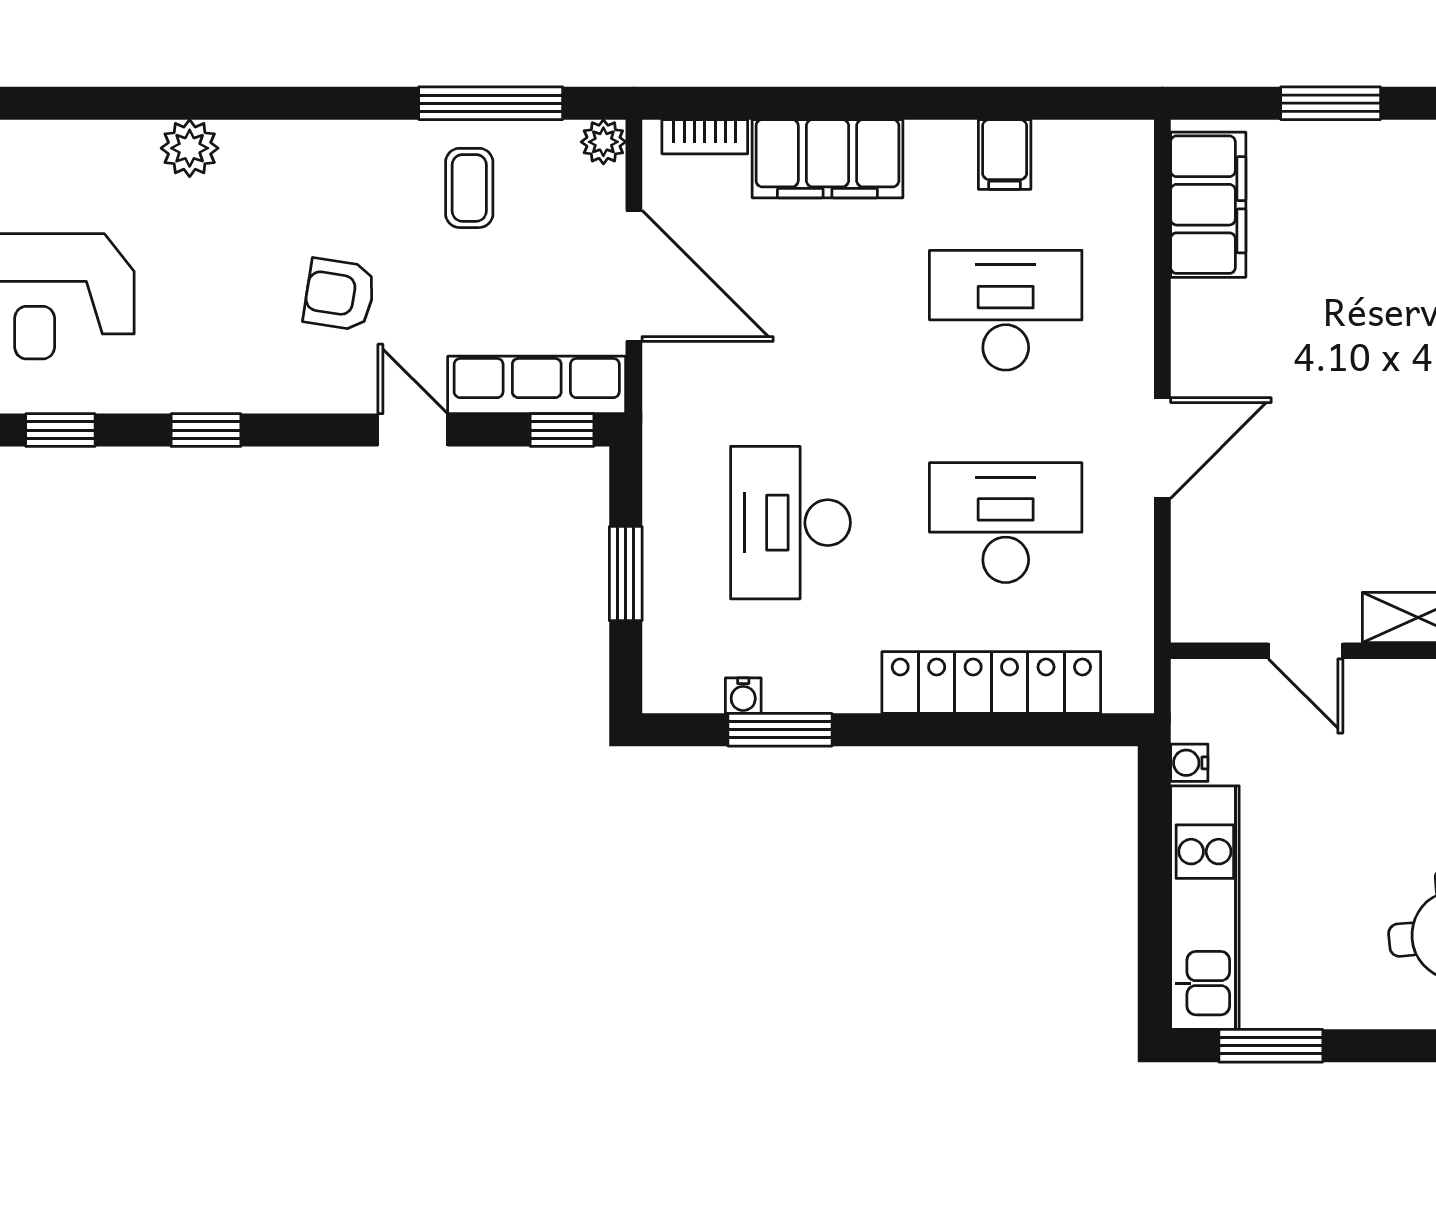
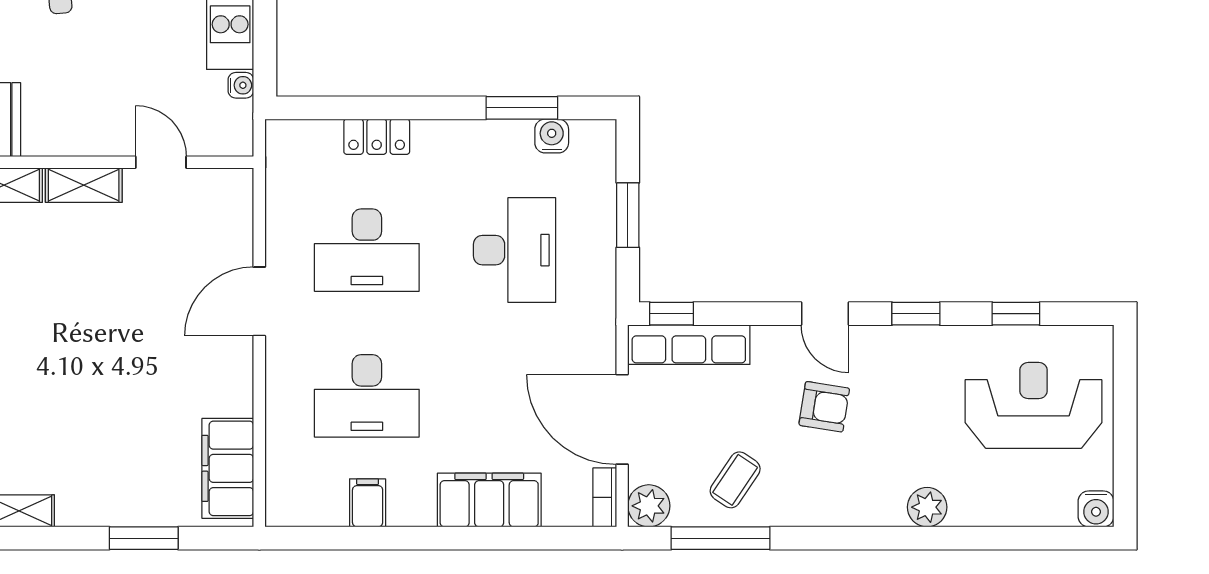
bookcase: (705, 137) -> (605, 497), moved, turned -90
plant: (603, 142) -> (649, 506), width x1.38, depth x1.38
coffee table: (469, 188) -> (735, 480), turned 34
door: (413, 430) -> (825, 314), moved
locker: (991, 682) -> (377, 137), width x0.46, depth x0.83
water cooler: (743, 696) -> (552, 136), width x1.38, depth x1.38

